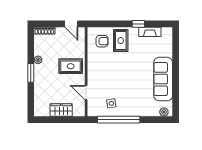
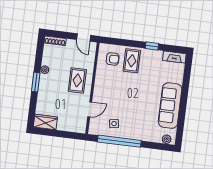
fireplace: (150, 32) -> (174, 57), moved
rug: (71, 66) -> (77, 80), turned 90
door: (86, 93) -> (90, 109), swing flipped
wardrobe: (61, 110) -> (45, 122), moved

